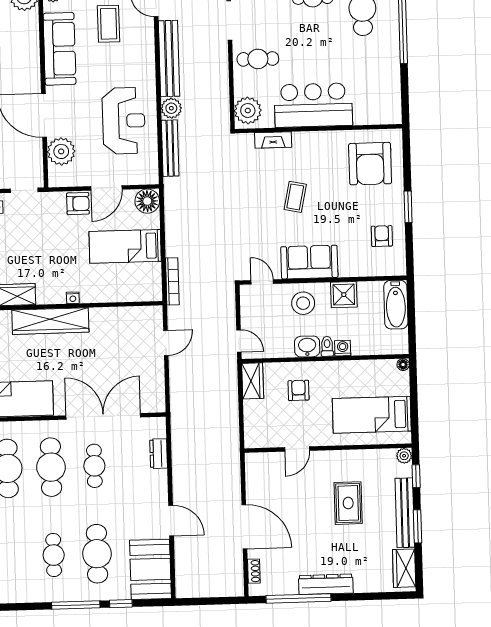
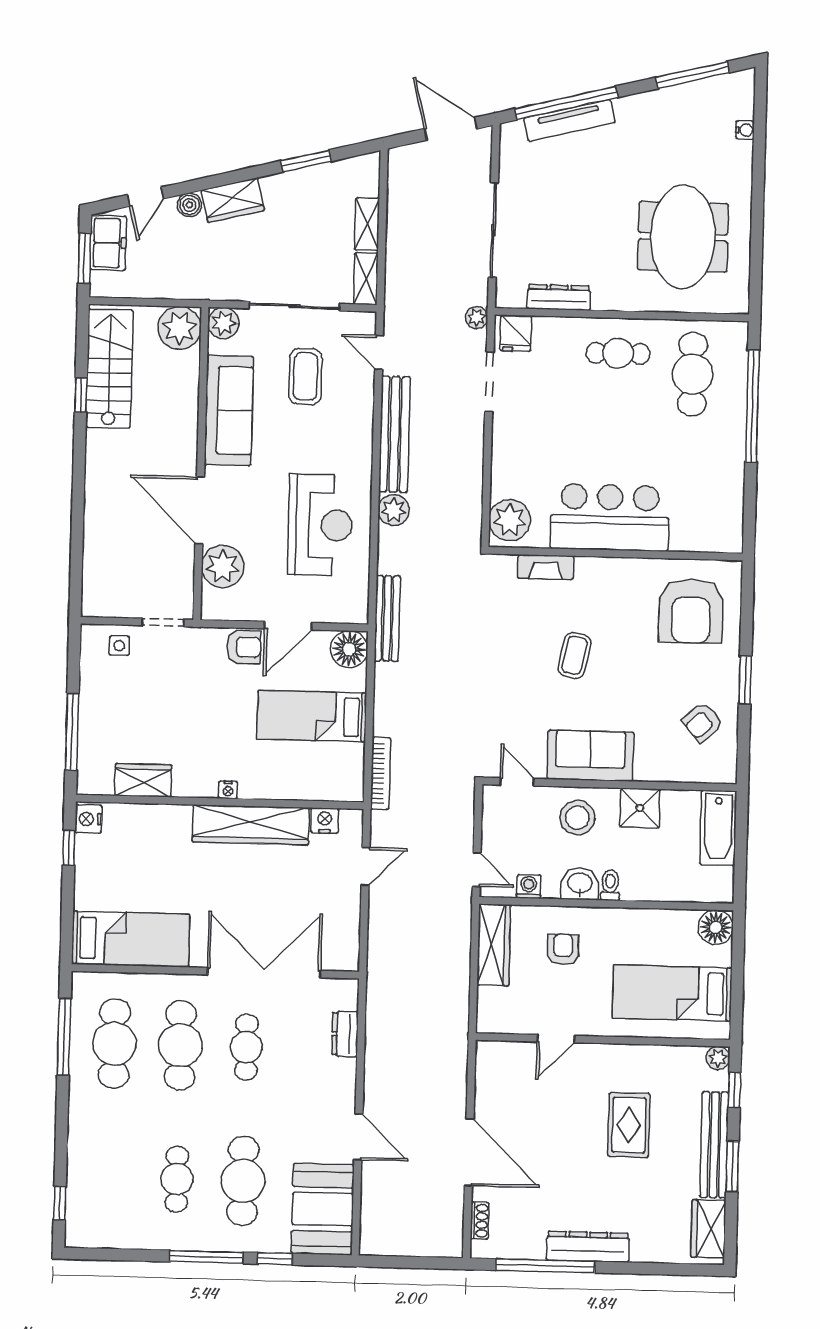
cafe table: (258, 59) -> (529, 443), removed
bench: (170, 148) -> (387, 618), moved
armchair: (382, 236) -> (703, 722), turned -131
nightstand: (137, 314) -> (325, 821), added
wardrobe: (50, 321) -> (251, 825), moved
washing machine: (343, 348) -> (529, 886), moved
floor lamp: (403, 365) -> (716, 927), width x1.89, depth x1.89
wardrobe: (253, 381) -> (494, 945), width x1.50

